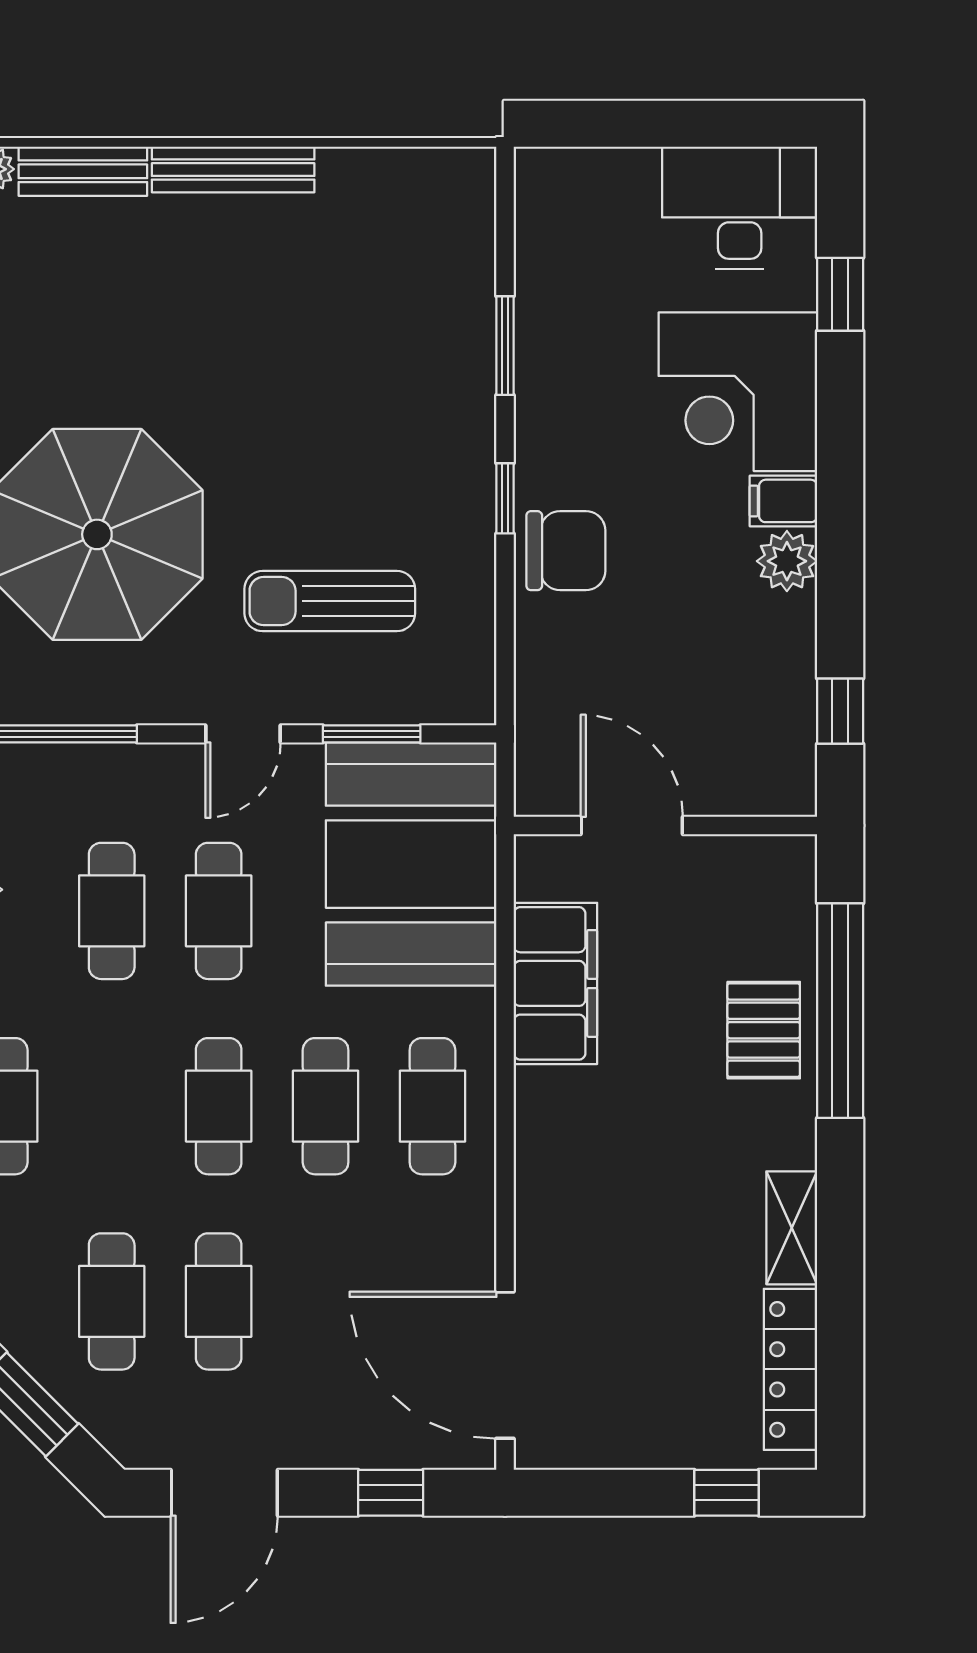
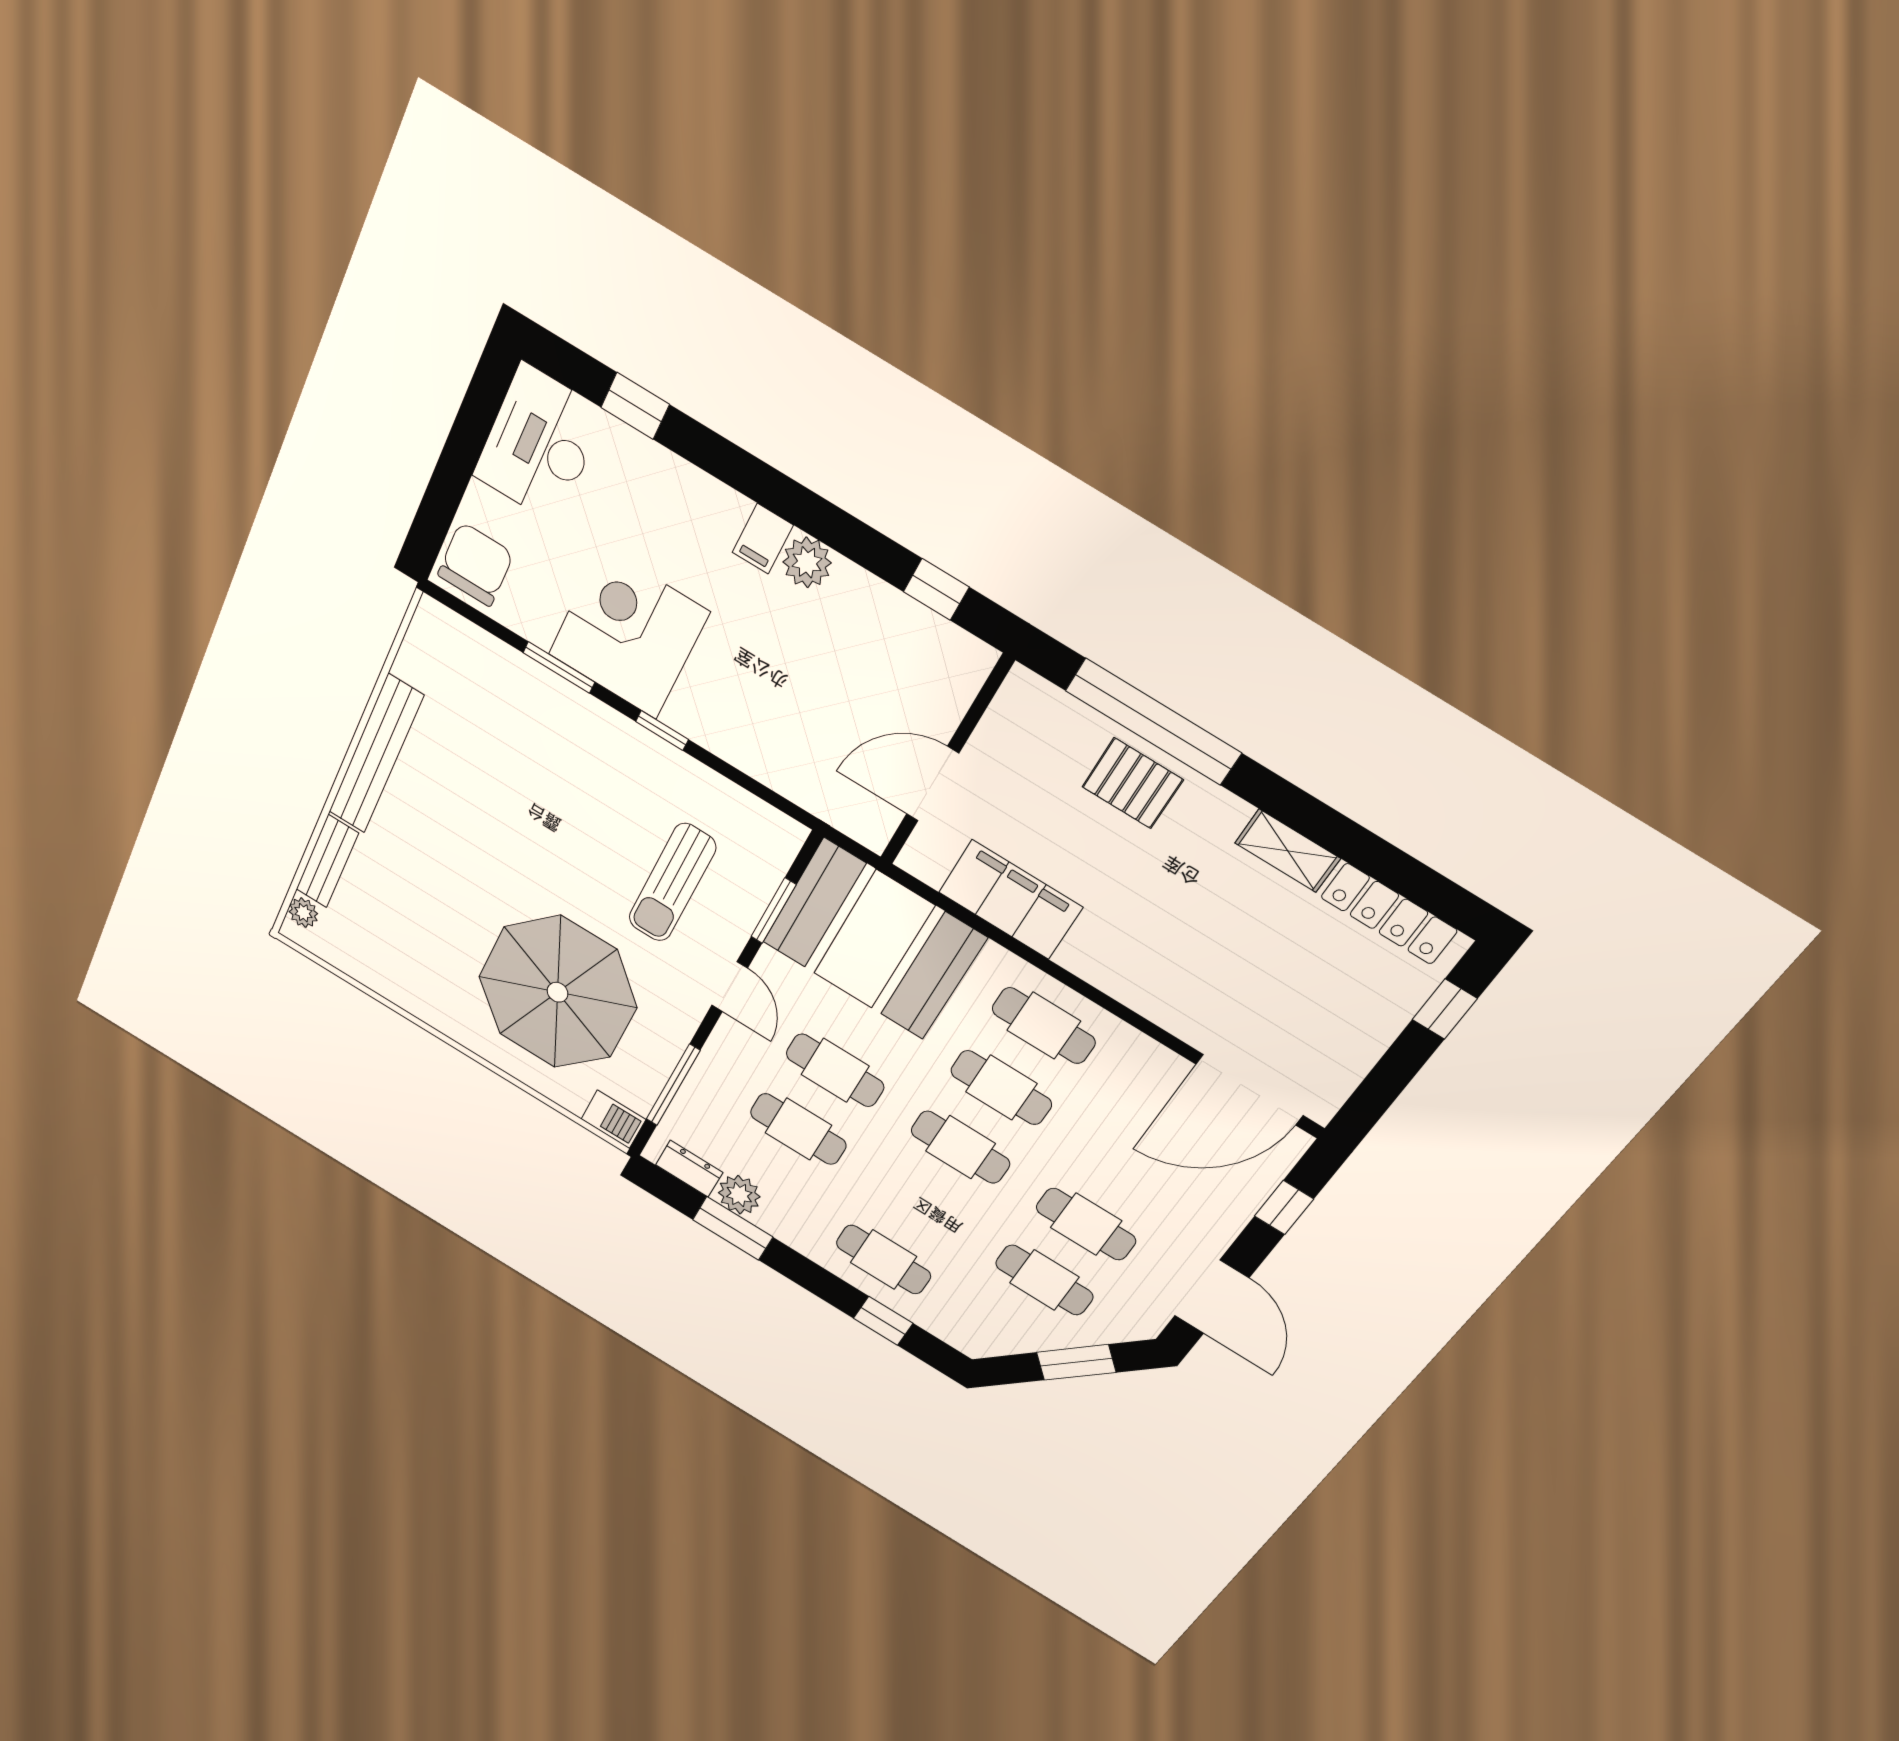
bench: (233, 170) -> (376, 754), width x1.37, depth x1.21
corner desk: (738, 392) -> (628, 633), moved, turned 180
chair: (566, 551) -> (475, 564), moved

